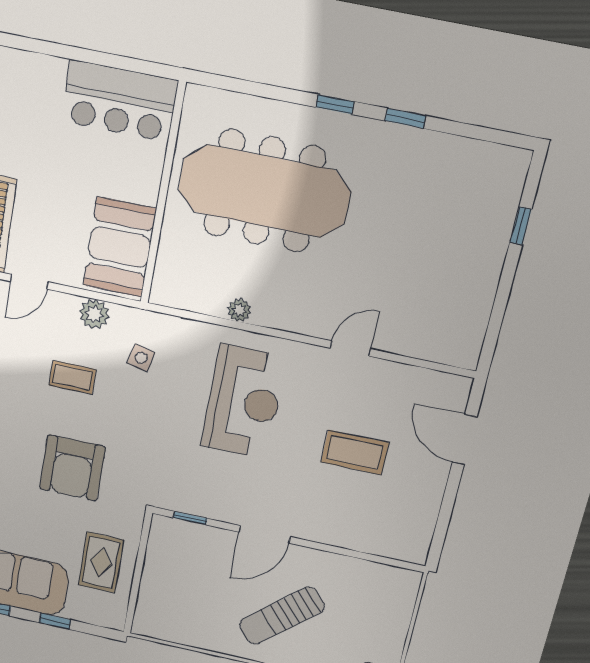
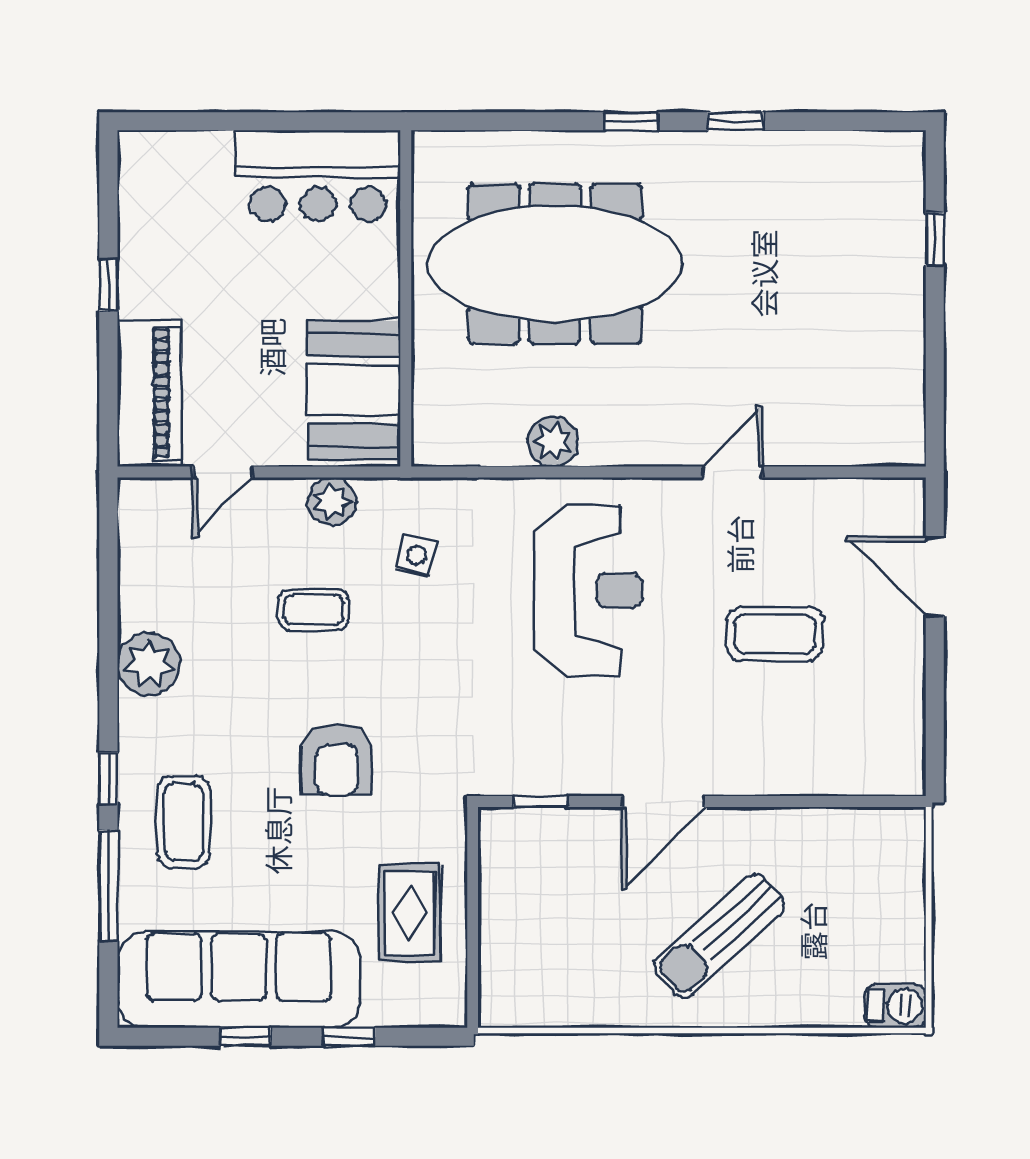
plant: (239, 310) -> (553, 442), width x1.38, depth x1.38
armchair: (72, 468) -> (337, 760), width x0.73, depth x0.73

